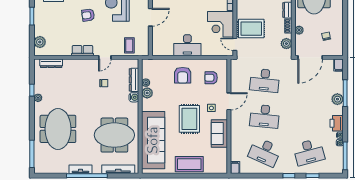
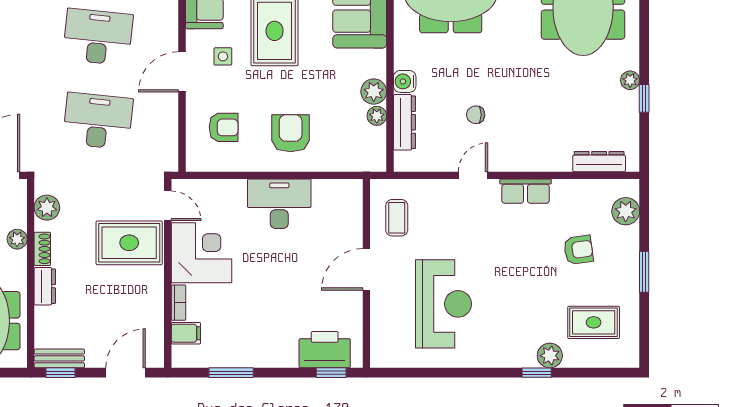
armchair: (88, 15) -> (578, 250), moved
coffee table: (129, 45) -> (397, 218), moved

